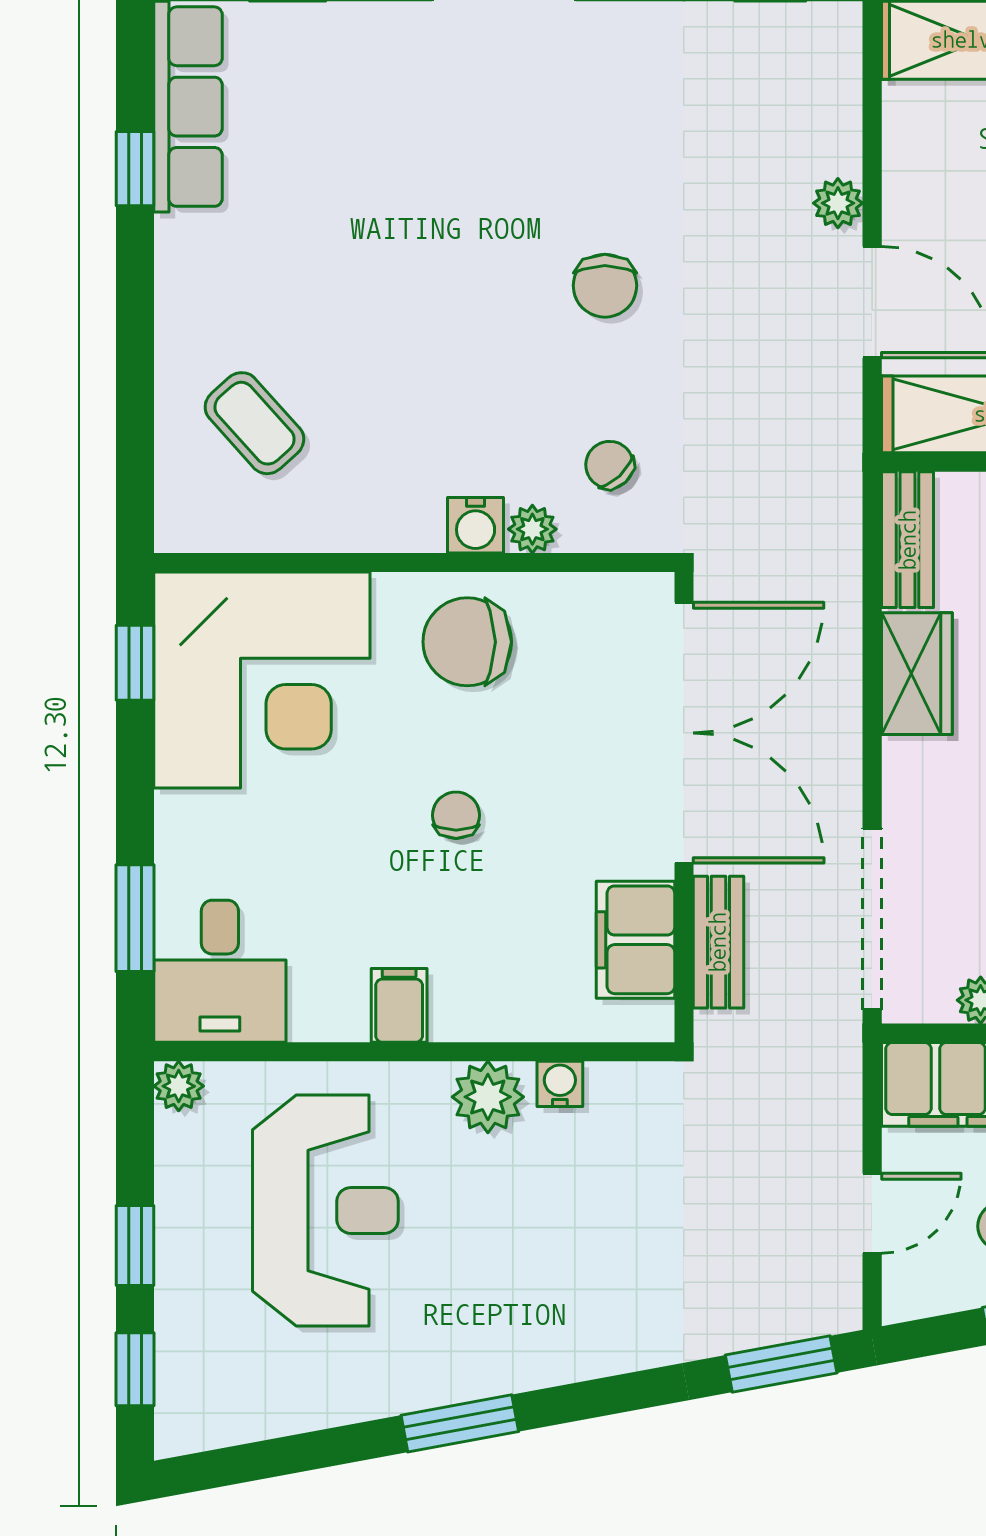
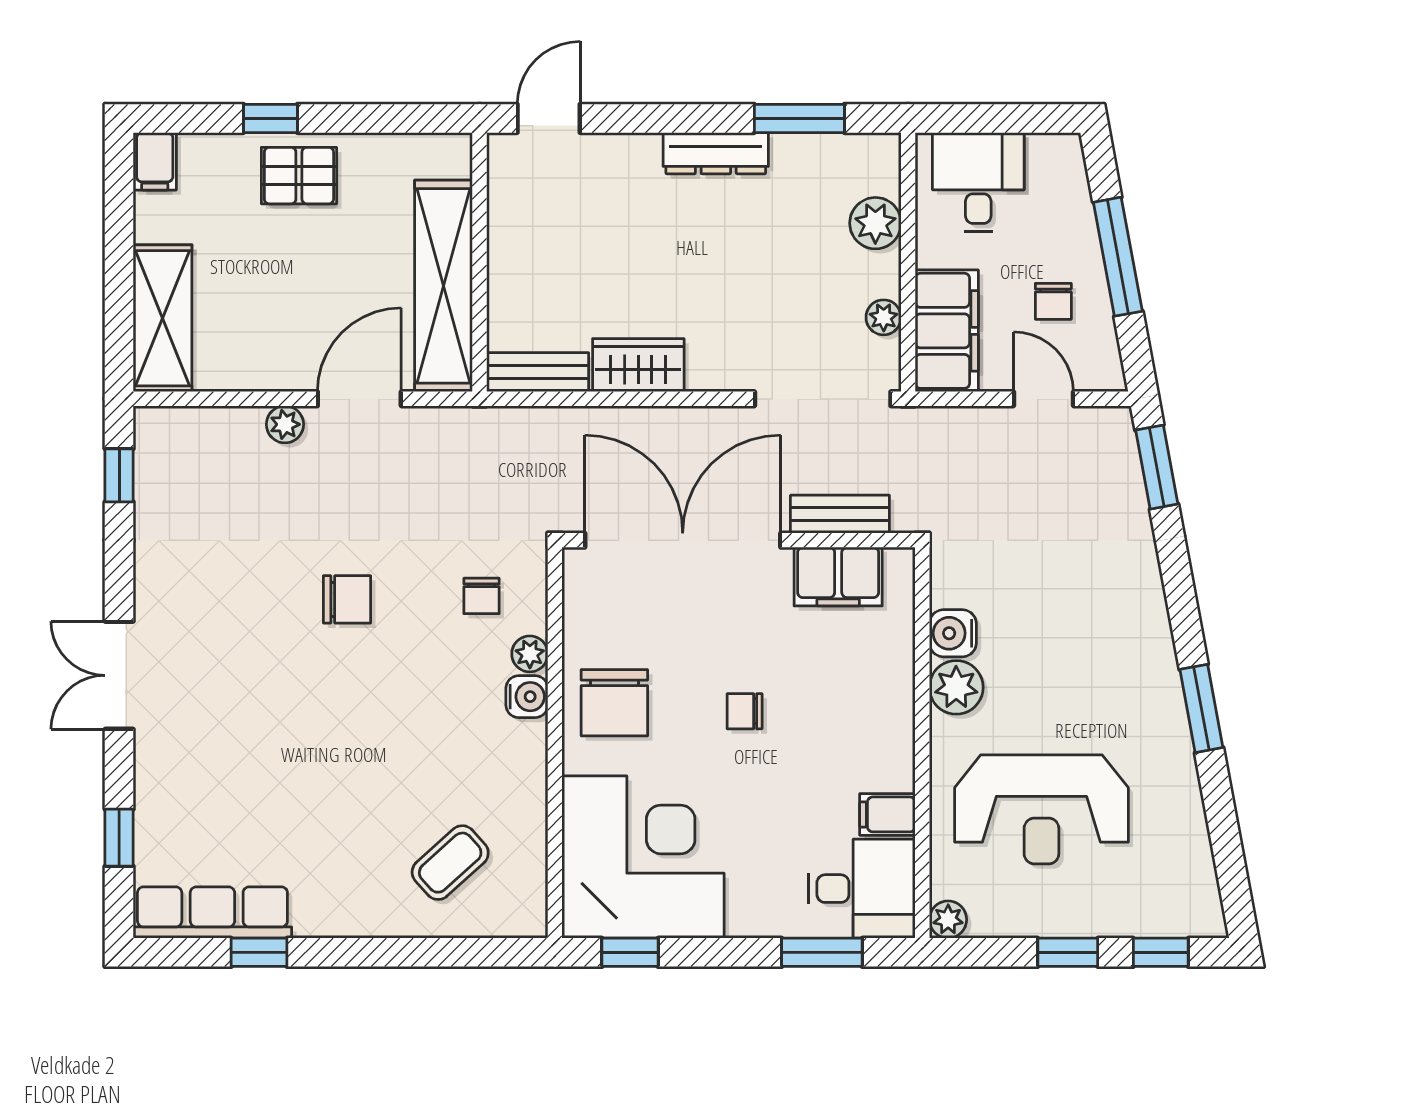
chair: (610, 465) -> (482, 596), turned -47
filing cabinet: (399, 1005) -> (887, 814), moved
water cooler: (560, 1084) -> (953, 633), width x1.38, depth x1.38
reception desk: (325, 1210) -> (1041, 809), turned 180

